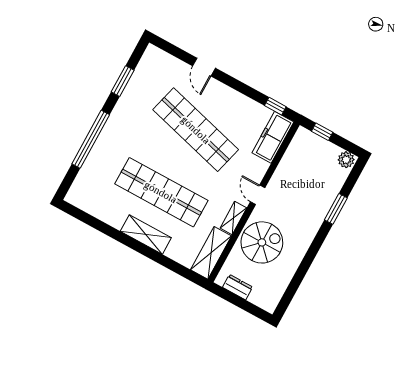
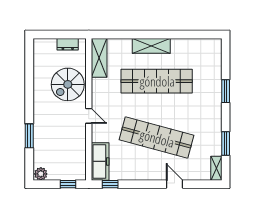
window: (91, 139) -> (226, 91), width x0.47
shelving: (233, 218) -> (216, 168), moved

